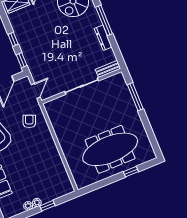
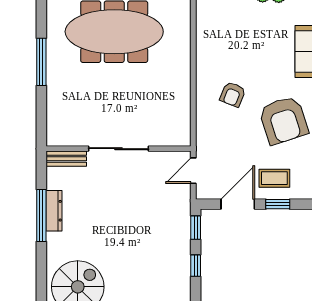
window: (104, 20) -> (41, 215), moved
window: (135, 97) -> (41, 62), moved
armchair: (29, 121) -> (233, 94), moved

